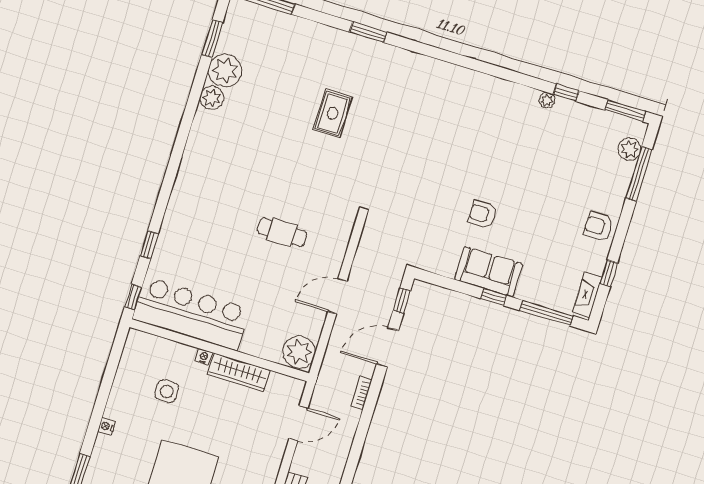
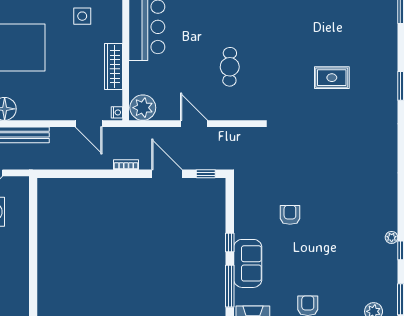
sofa: (488, 272) -> (248, 263), moved
nightstand: (204, 357) -> (117, 112), moved

